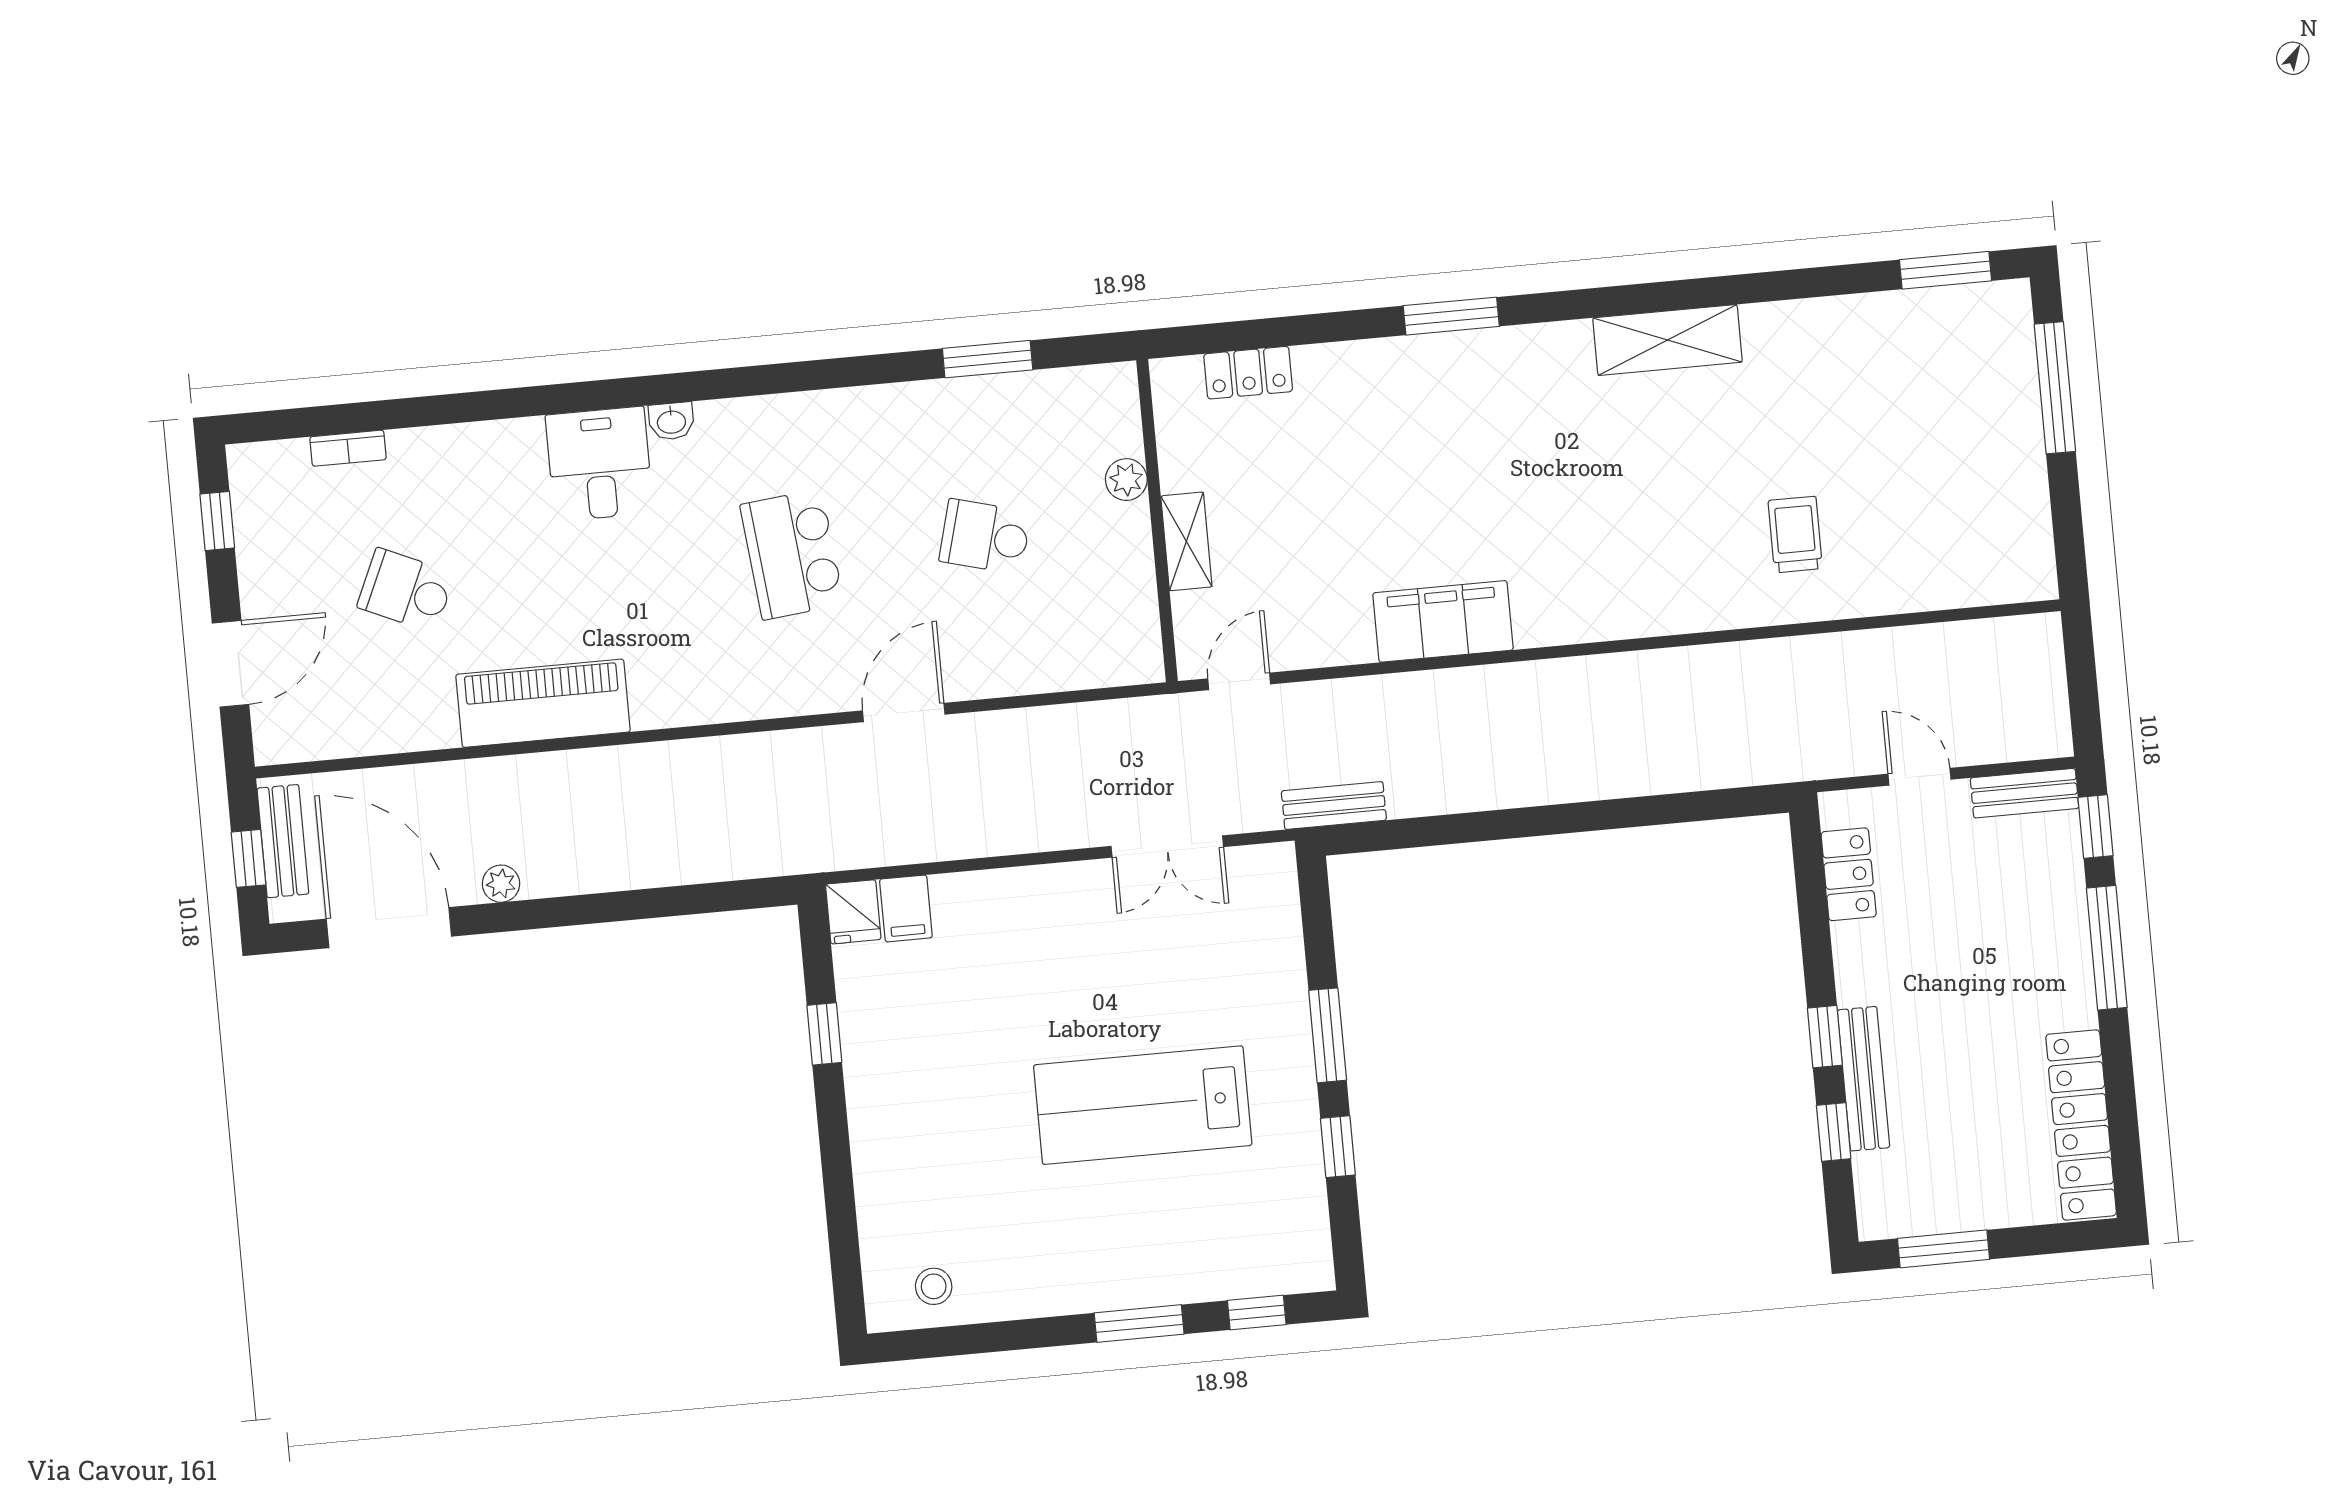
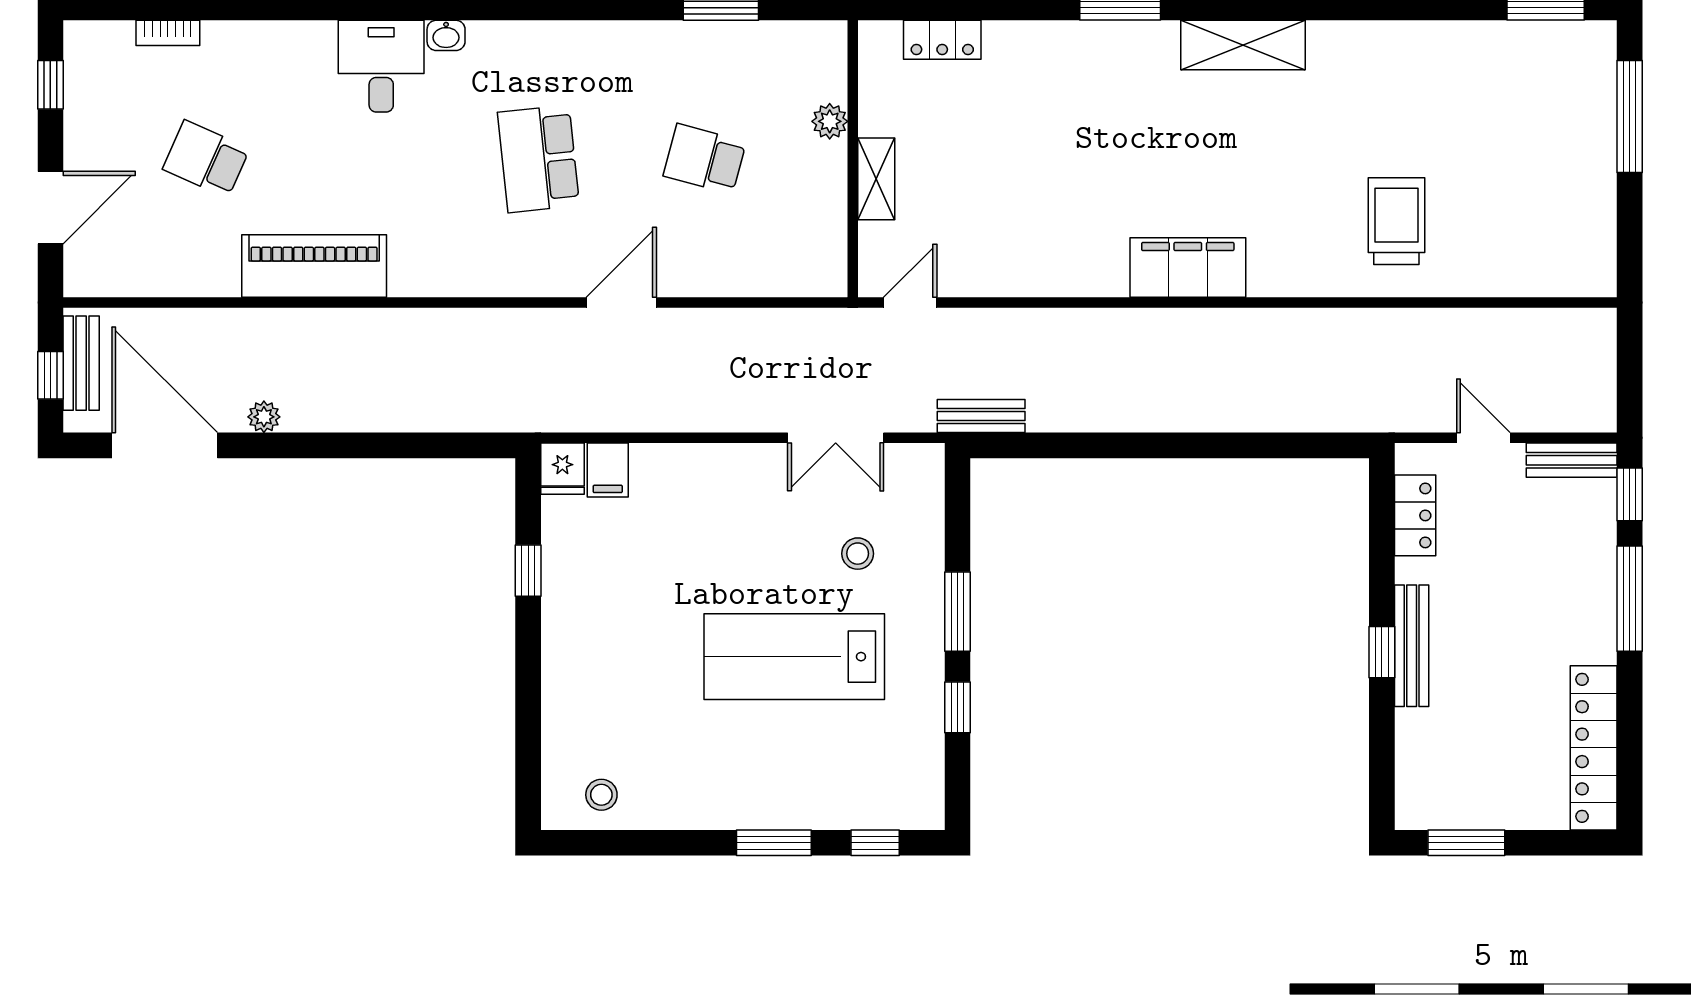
shelving: (1667, 340) -> (1243, 45), moved
trolley: (1795, 534) -> (1396, 221), width x1.36, depth x1.39
filing cabinet: (1443, 621) -> (1188, 268), moved
stool: (1205, 979) -> (858, 554), added
bench: (1864, 1079) -> (1412, 646), moved
window: (1834, 1132) -> (1382, 734), removed

